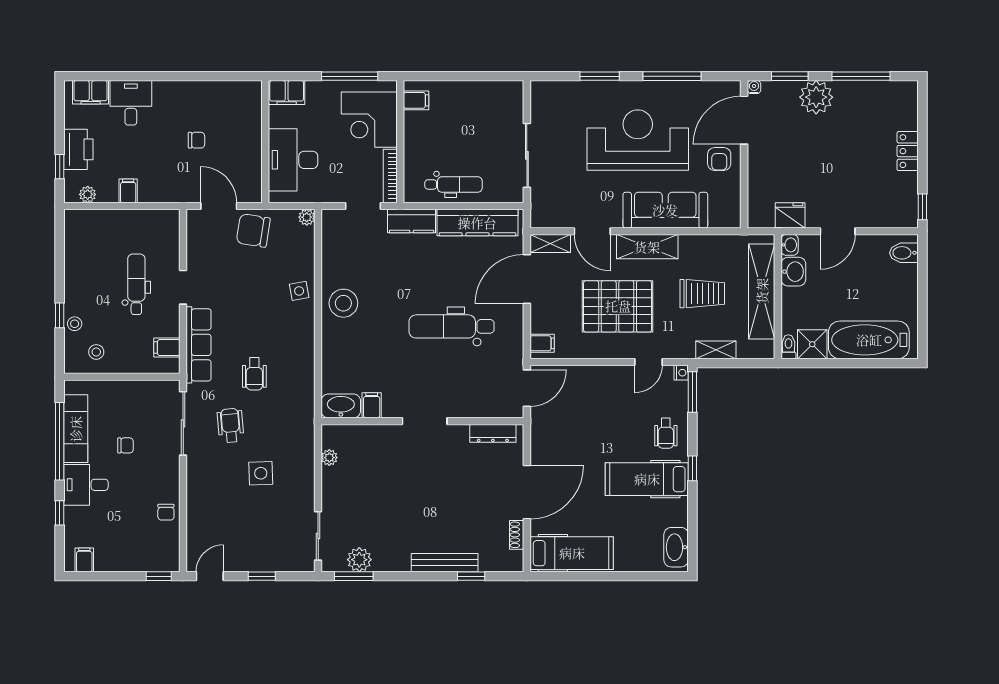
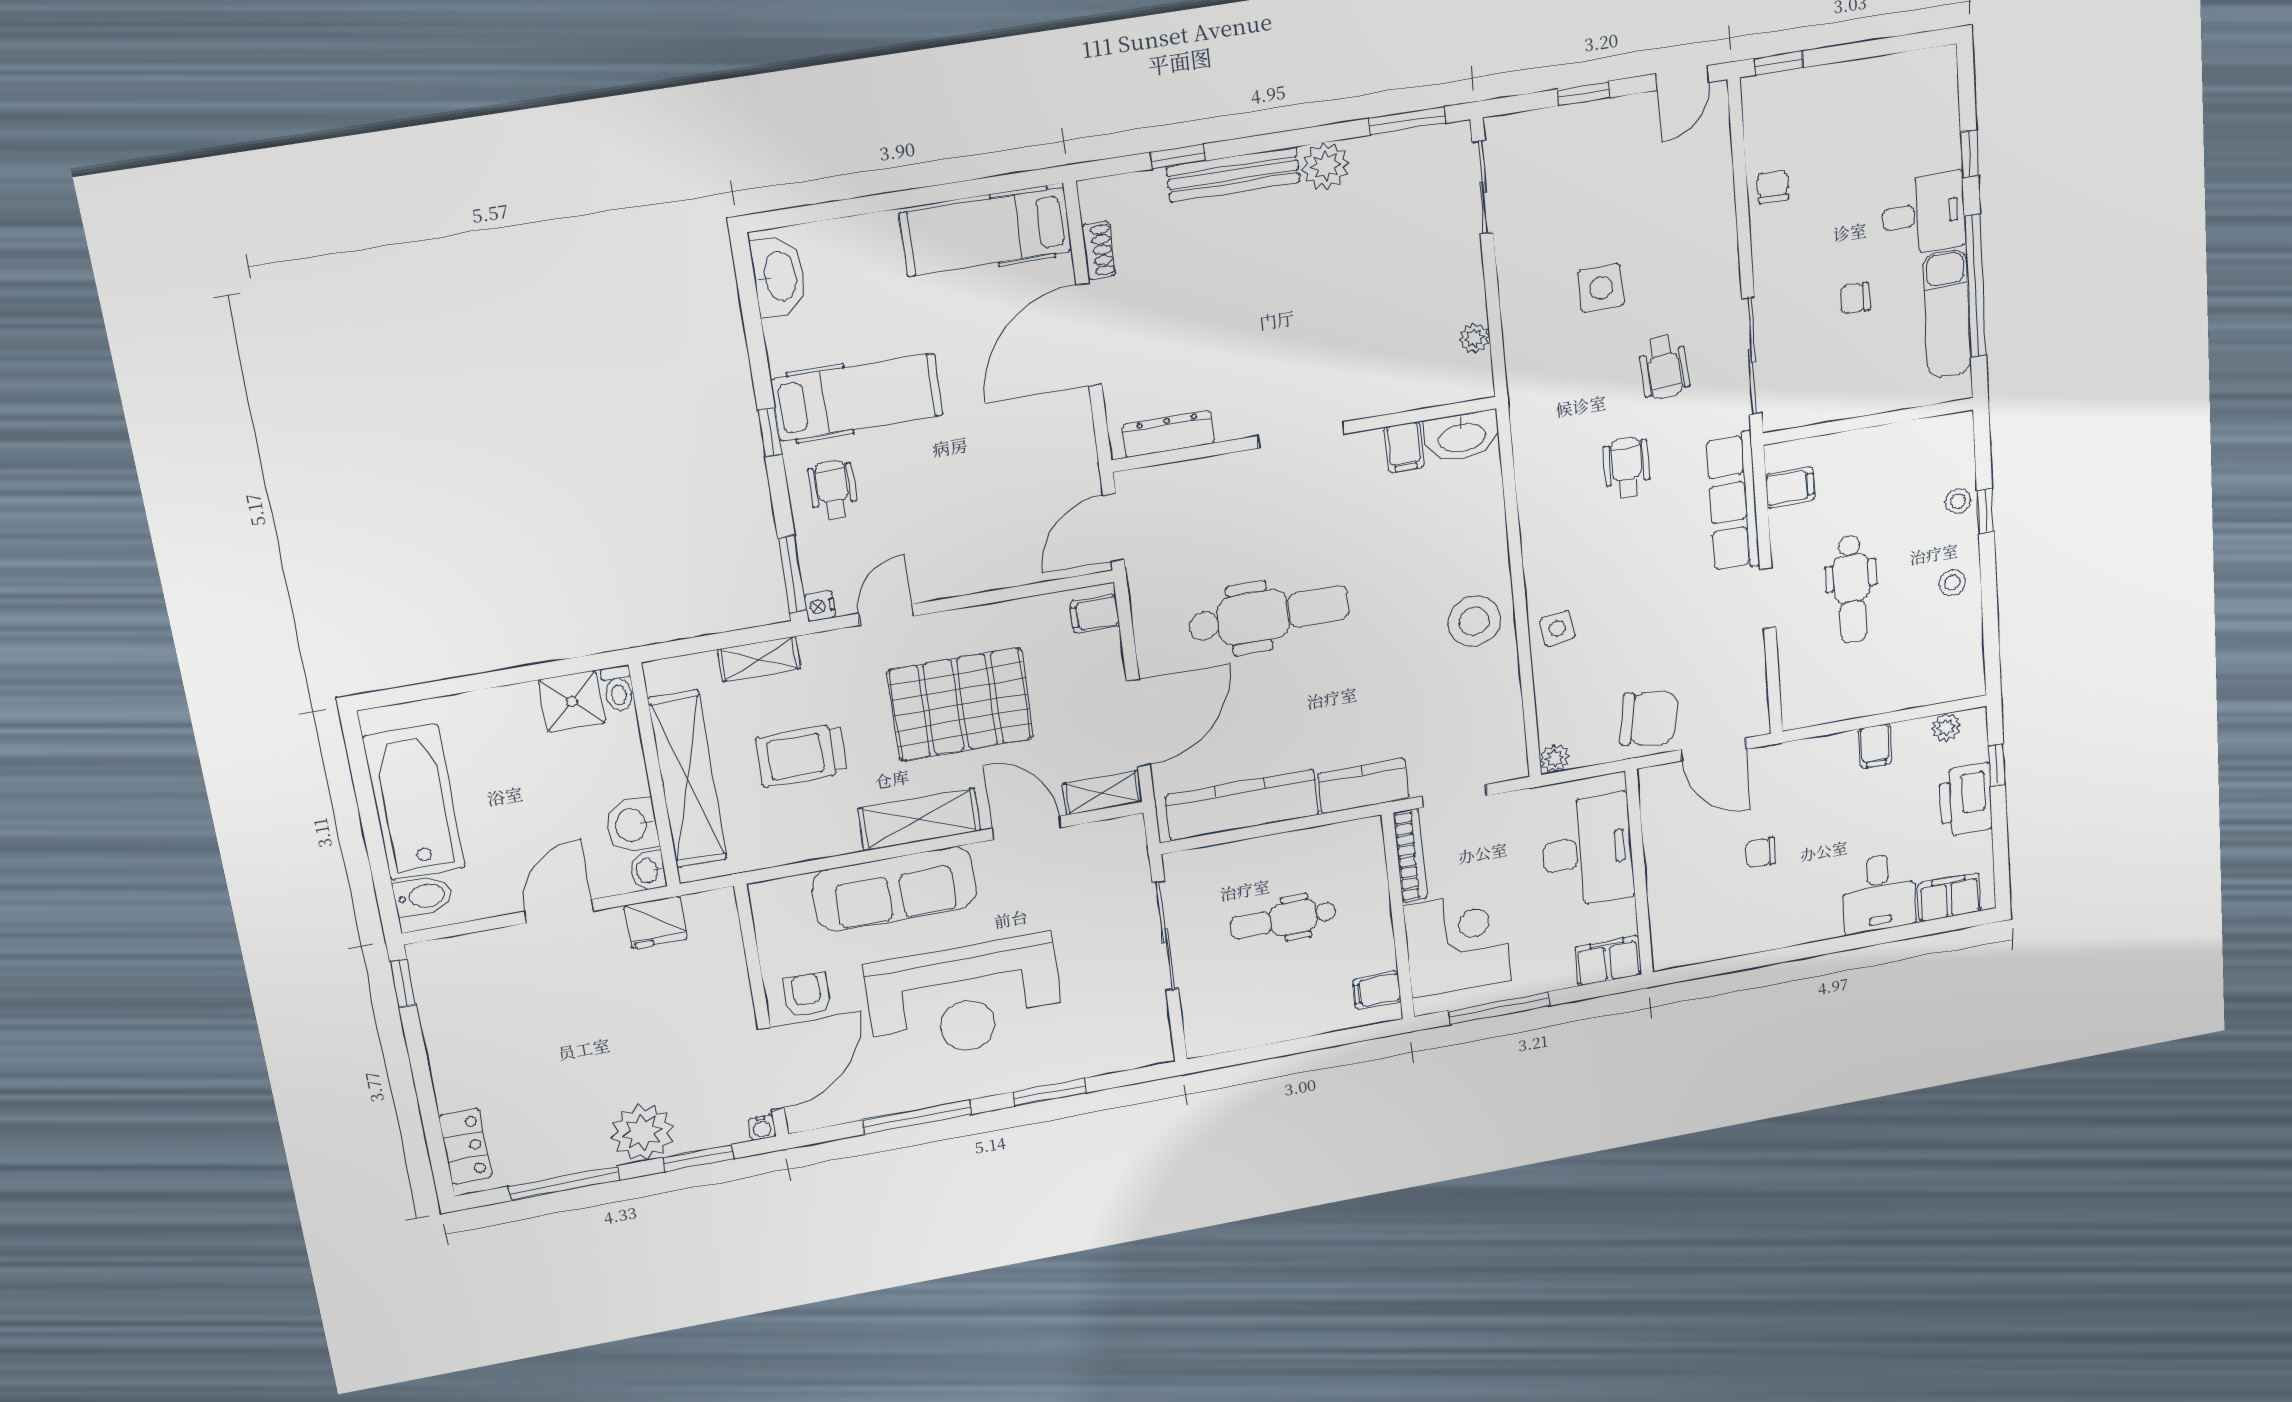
locker: (908, 151) -> (465, 1146), moved
dental chair: (454, 184) -> (1283, 920), moved
bathtub: (869, 340) -> (414, 802), moved, turned -90
stool: (96, 352) -> (1952, 583), moved
filing cabinet: (84, 560) -> (1920, 72), removed
plant: (359, 560) -> (1326, 166), moved

